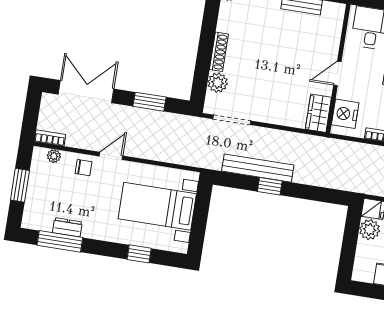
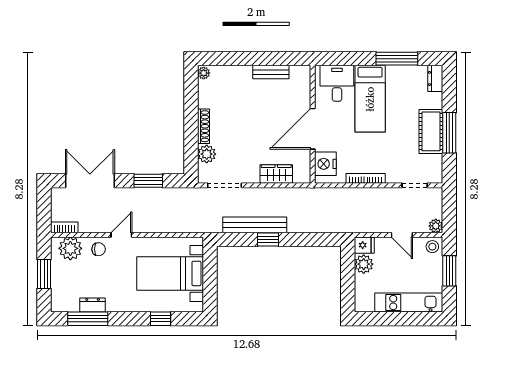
door: (337, 73) -> (313, 129), width x1.88
wardrobe: (318, 113) -> (276, 174), moved, turned 90
plant: (54, 156) -> (70, 248), width x1.87, depth x1.87

